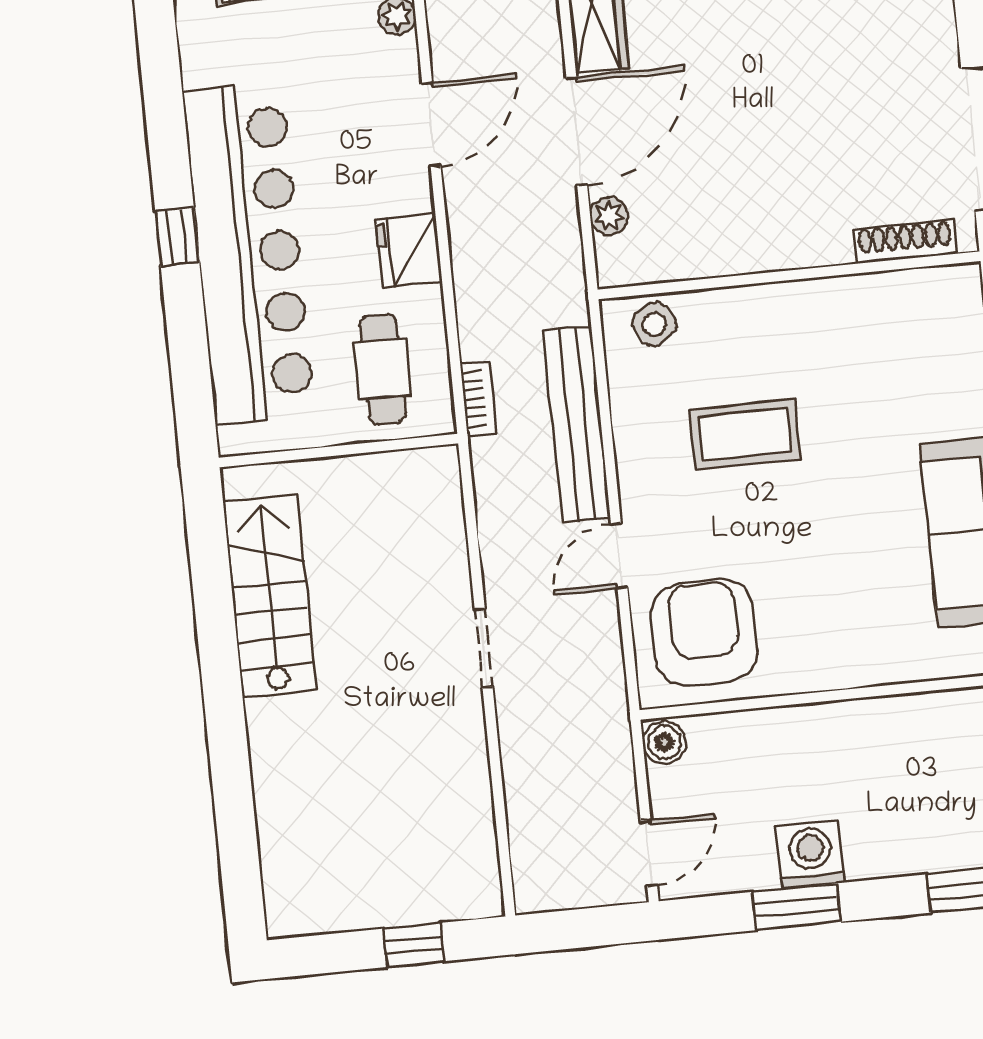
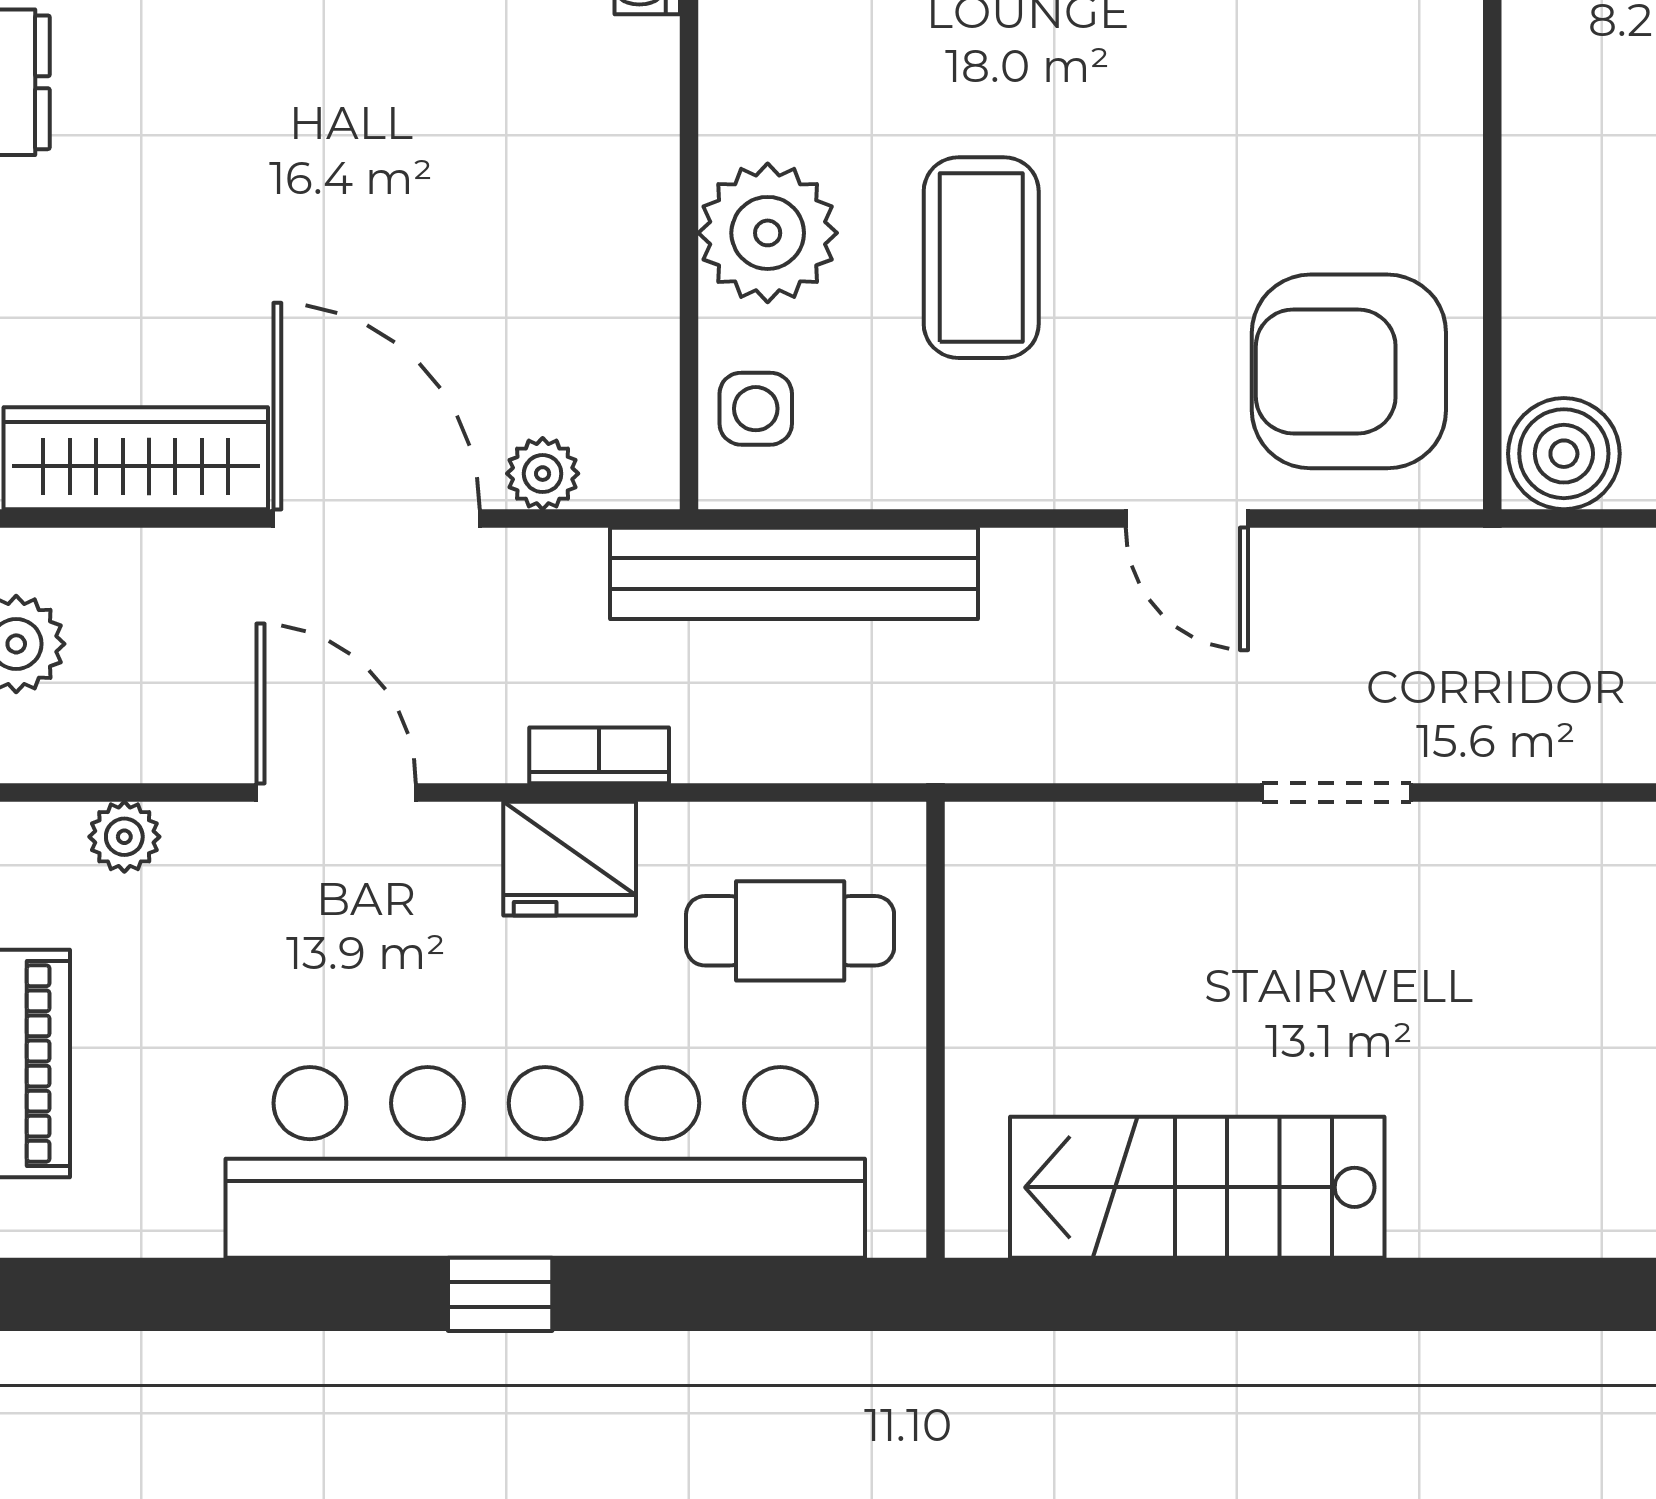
plant: (747, 321) -> (768, 233), added
side table: (654, 324) -> (756, 409), turned 31
bookcase: (478, 398) -> (599, 755), moved
bench: (577, 424) -> (794, 573), moved
boiler: (664, 742) -> (1564, 454), width x1.36, depth x1.36

